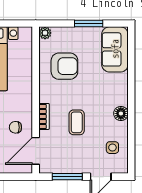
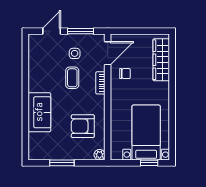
sofa: (115, 49) -> (39, 112), moved
floor lamp: (121, 113) -> (34, 85), removed
side table: (112, 148) -> (75, 53), moved

